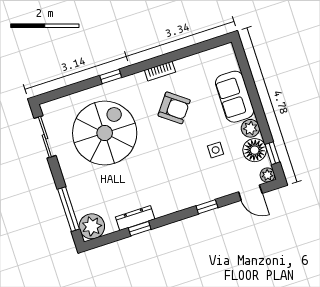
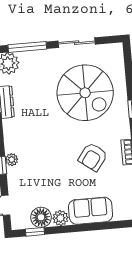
sliding door: (45, 137) -> (77, 43), moved
side table: (216, 150) -> (49, 184), removed
plant: (267, 175) -> (12, 160), moved

